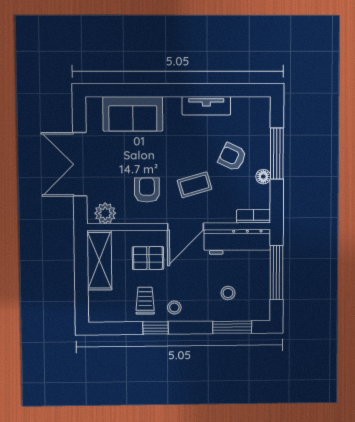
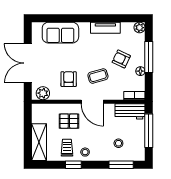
plant: (262, 105) -> (140, 28), added
door: (186, 227) -> (92, 102), hinge flipped
workbench: (237, 242) -> (130, 111), width x0.73
shelving: (99, 260) -> (39, 142), moved

